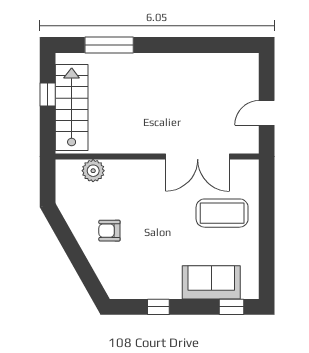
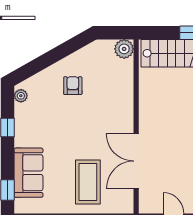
plant: (93, 171) -> (124, 49), moved
plant: (121, 291) -> (21, 96), added

